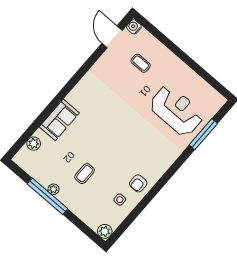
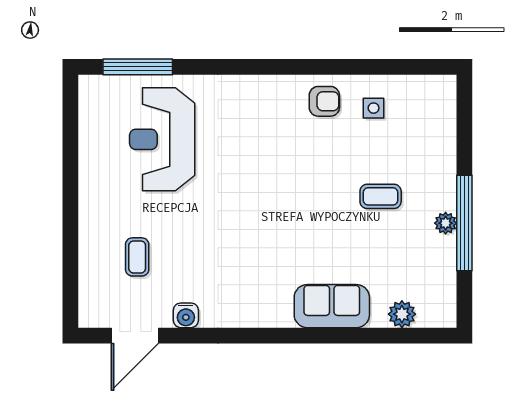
water cooler: (134, 27) -> (186, 315), moved
window: (203, 134) -> (138, 67), moved
plant: (105, 231) -> (442, 89), removed

